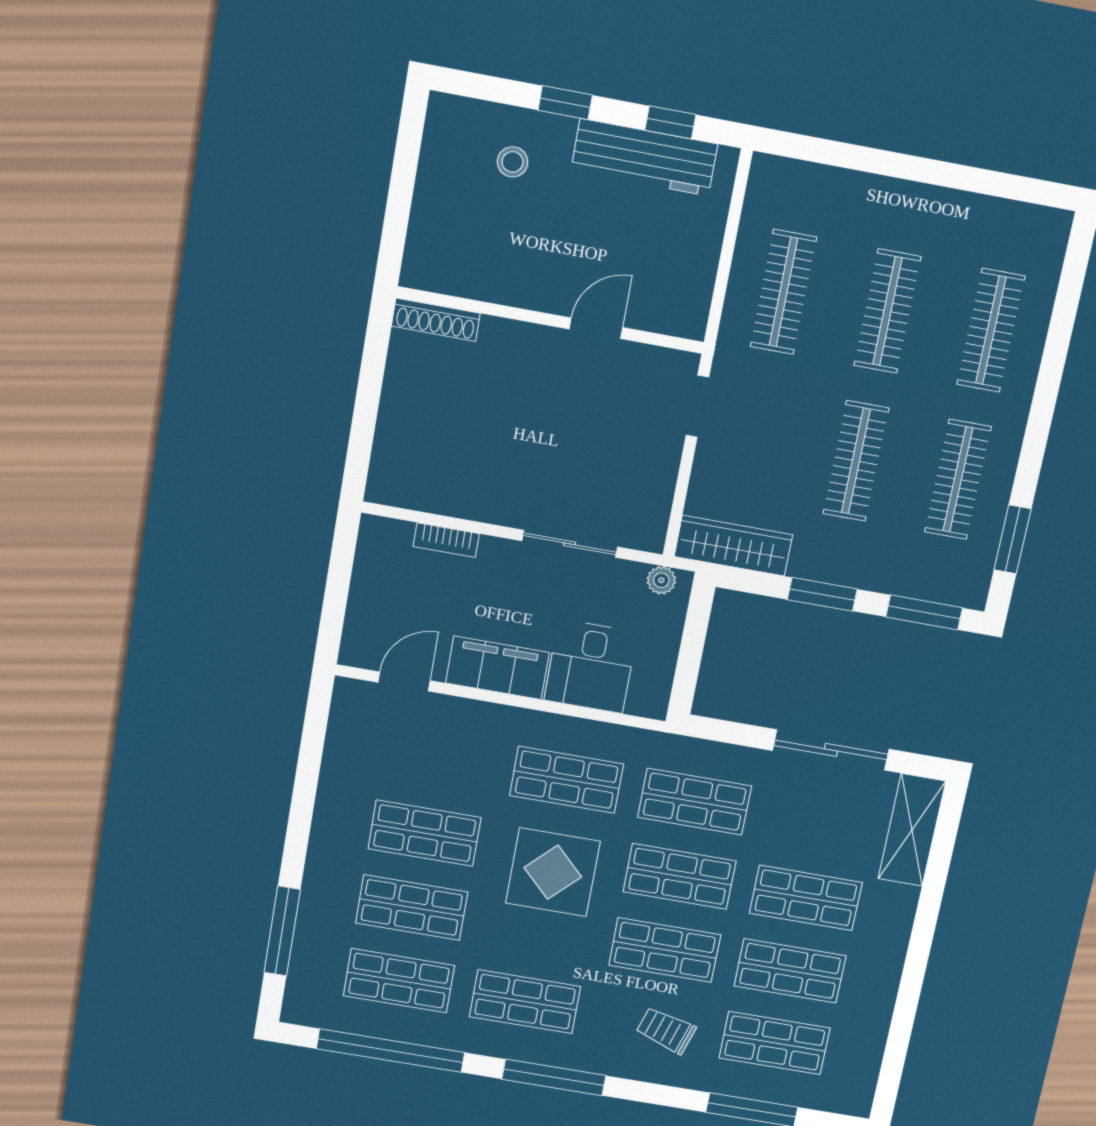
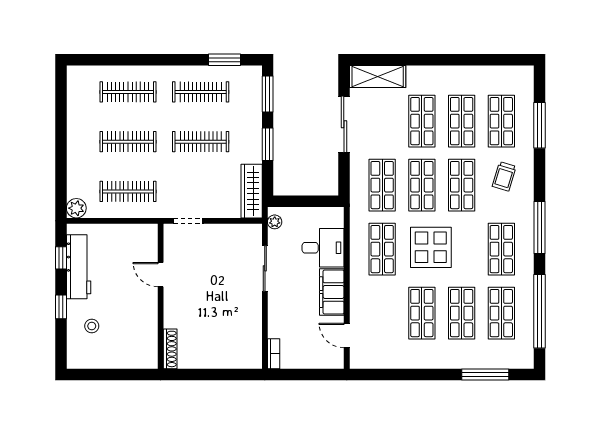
plant: (770, 176) -> (76, 208), added
bookcase: (446, 540) -> (274, 354), moved

